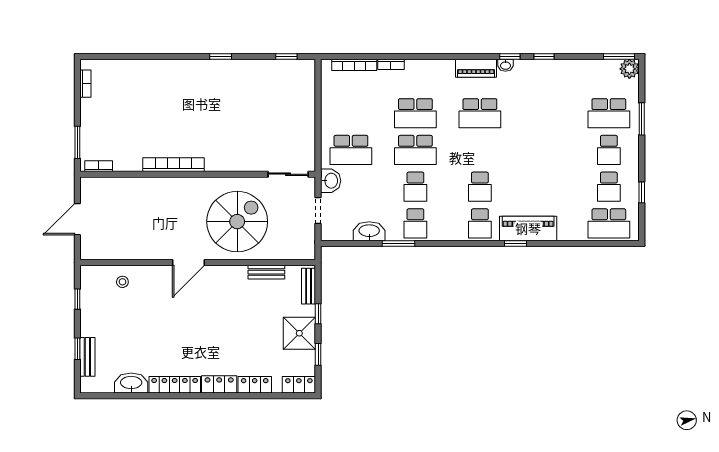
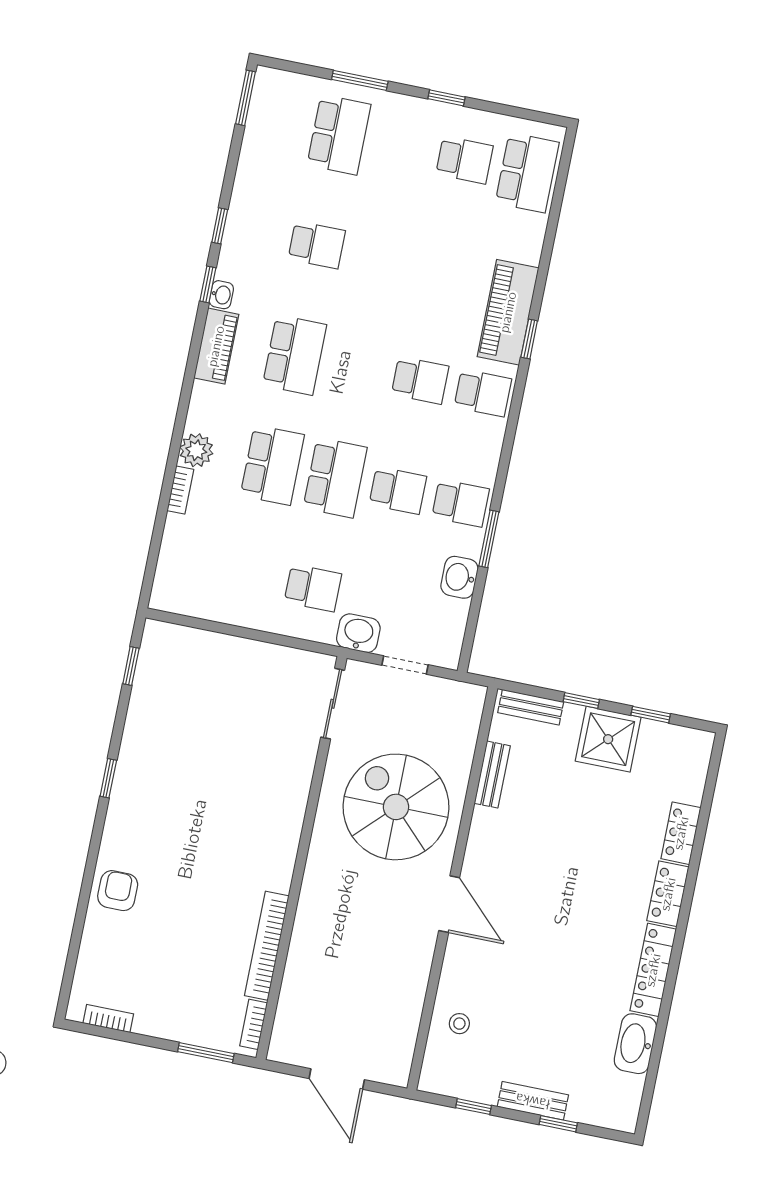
bookcase: (354, 65) -> (168, 553), removed
plant: (629, 69) -> (196, 450), moved
armchair: (158, 74) -> (118, 891), added
school desk: (351, 150) -> (313, 588), width x0.54
school desk: (609, 150) -> (317, 245), moved
bookcase: (174, 165) -> (267, 946), moved
window: (642, 192) -> (446, 98), moved
washbasin: (369, 231) -> (459, 577), width x0.72
bench: (87, 357) -> (533, 1101), moved
locker: (299, 385) -> (696, 758), removed

